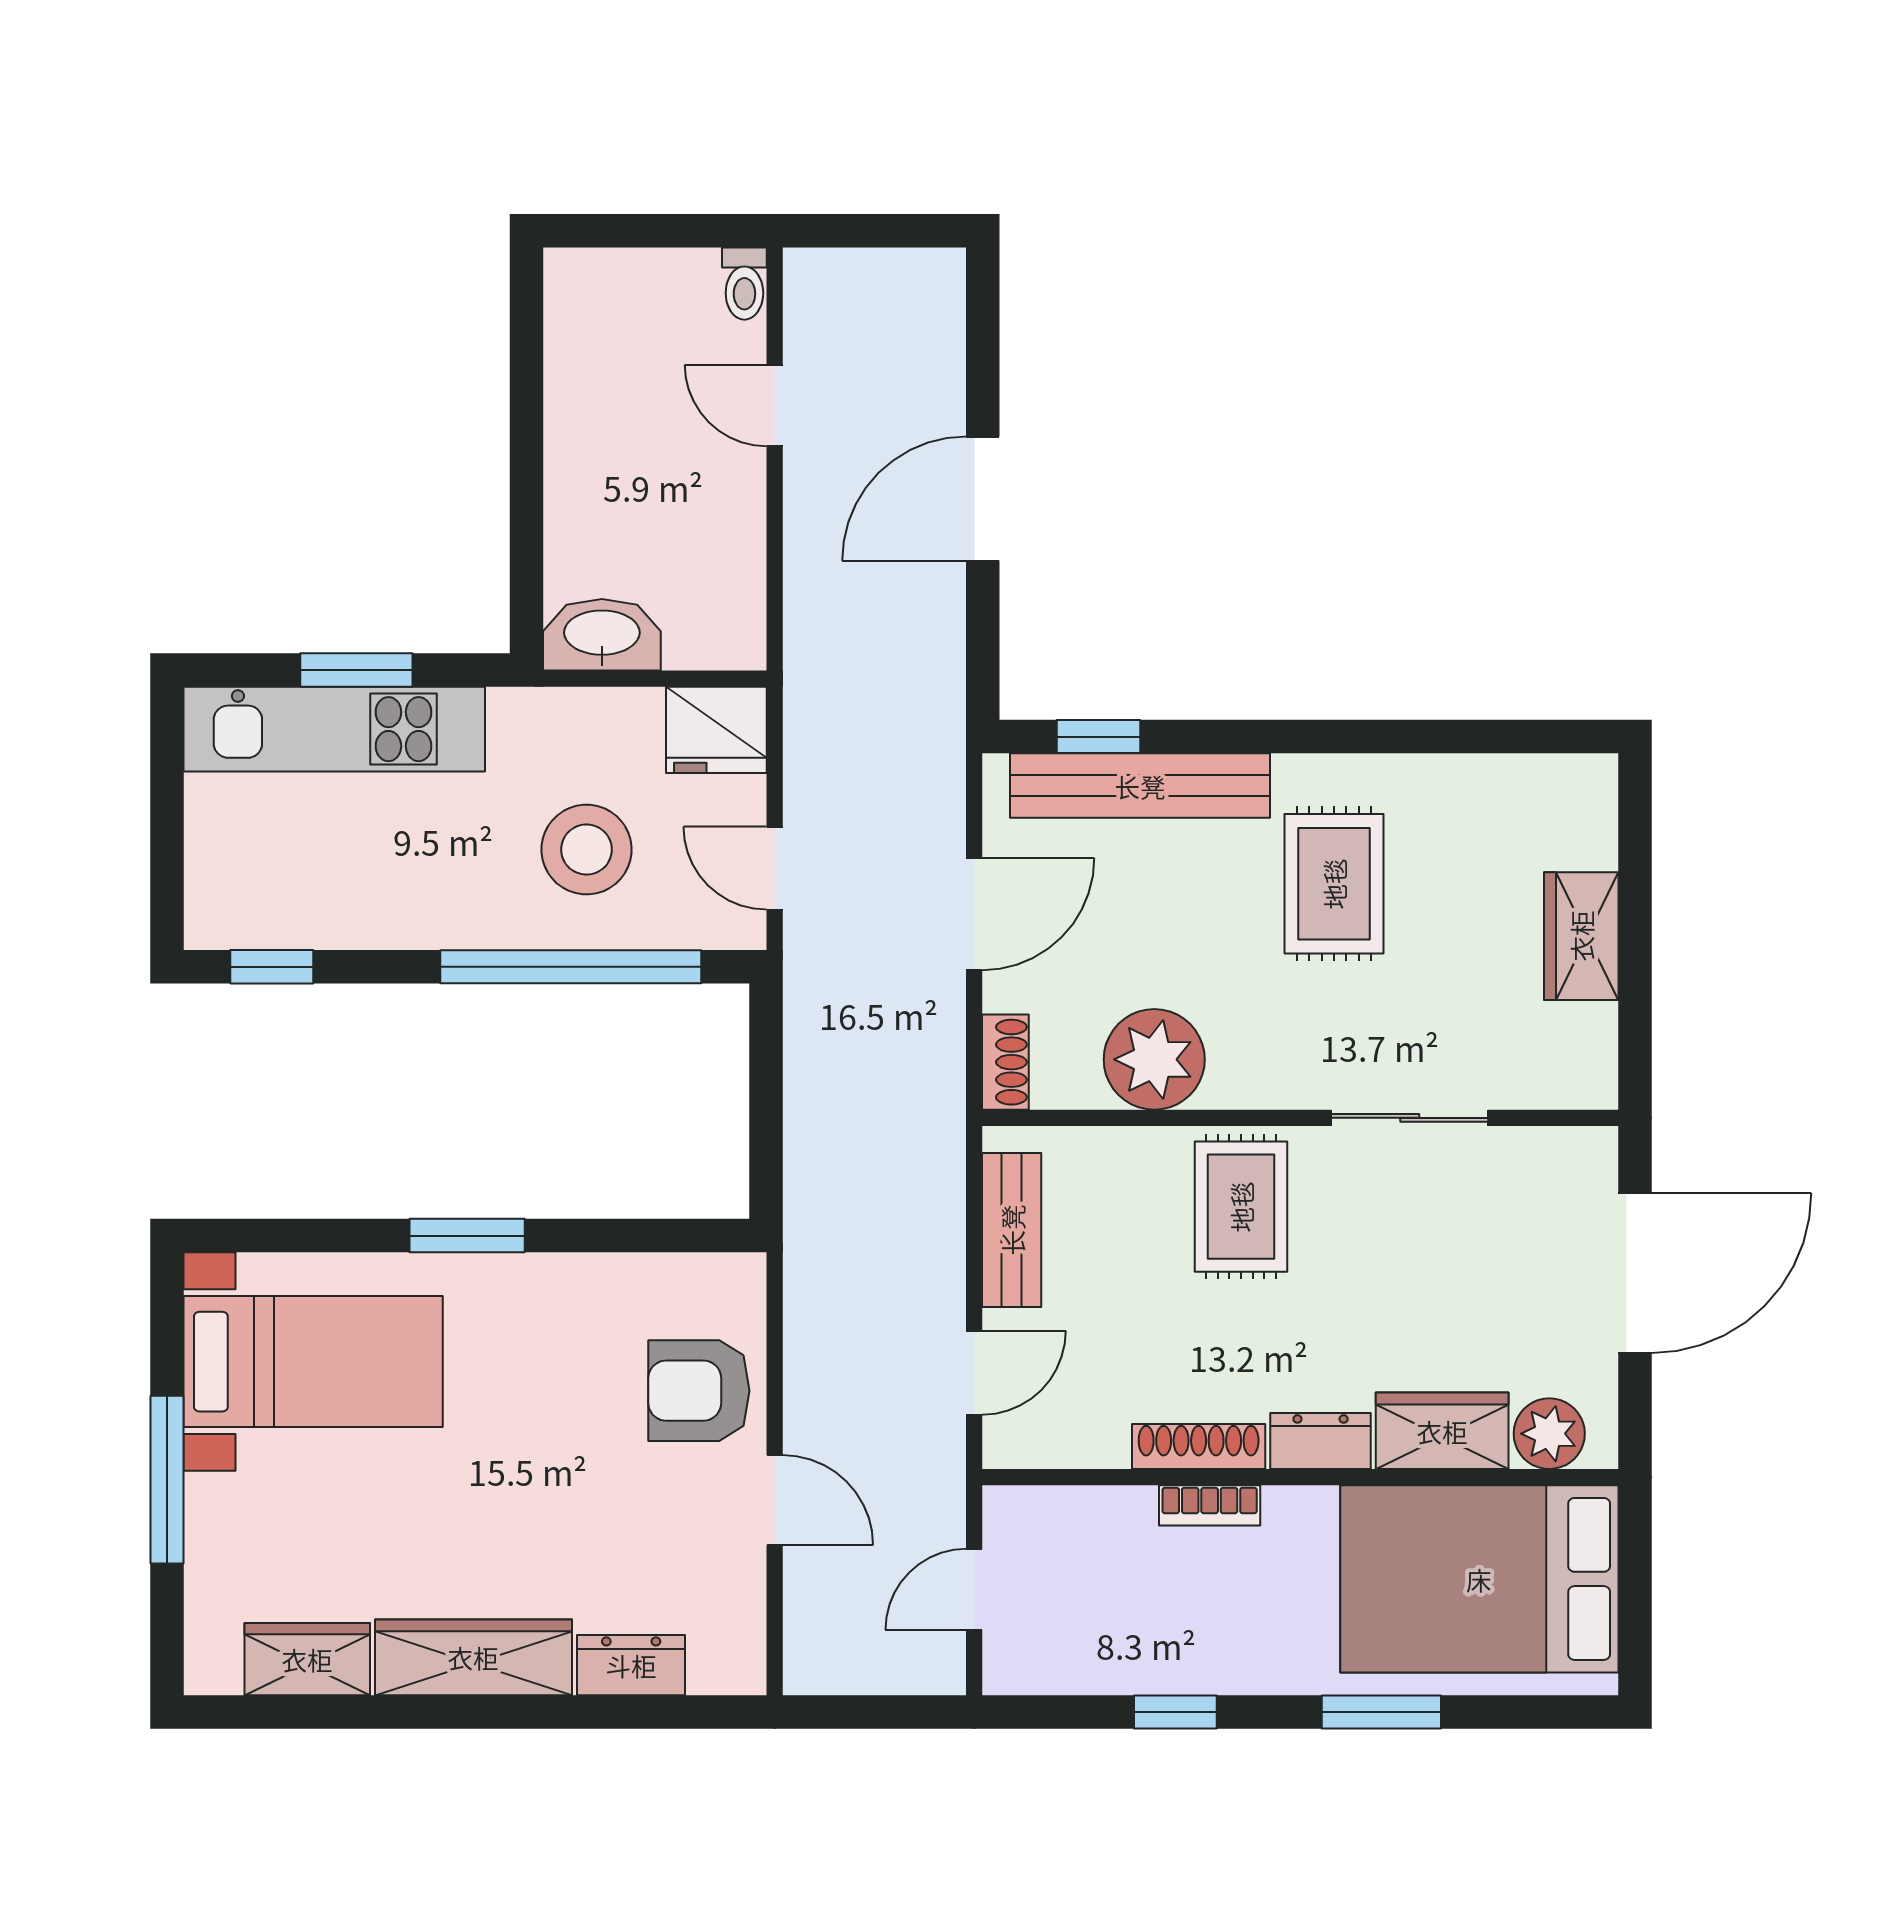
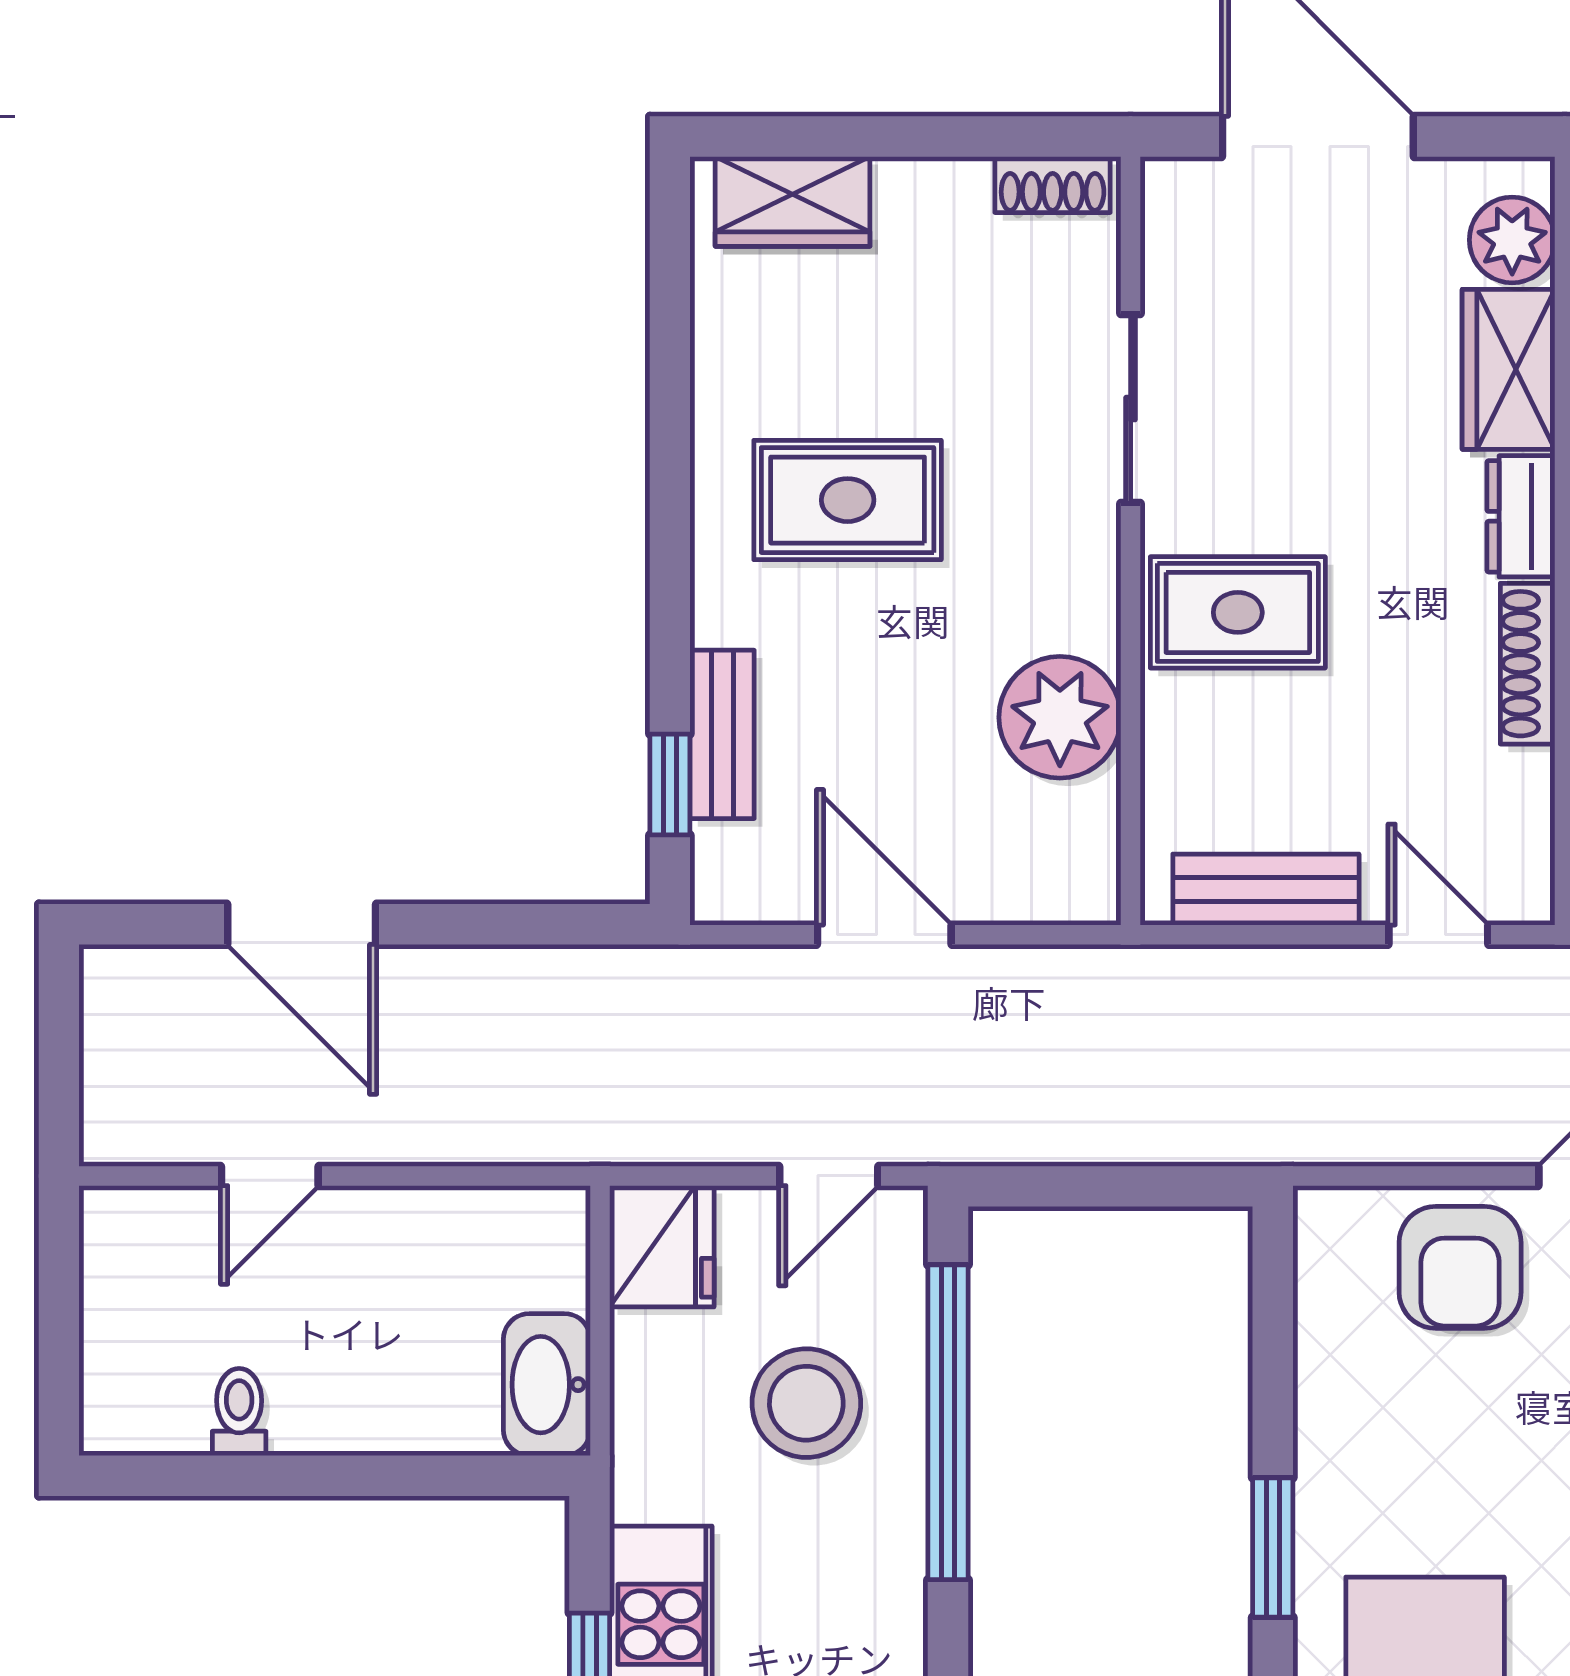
toilet: (744, 284) -> (239, 1412), moved, turned -90
door: (983, 499) -> (302, 924), moved
bench: (1140, 786) -> (722, 734), width x0.54, depth x0.82
wardrobe: (1581, 936) -> (793, 201), moved
shoe rack: (1005, 1062) -> (1053, 185), moved, turned 180

